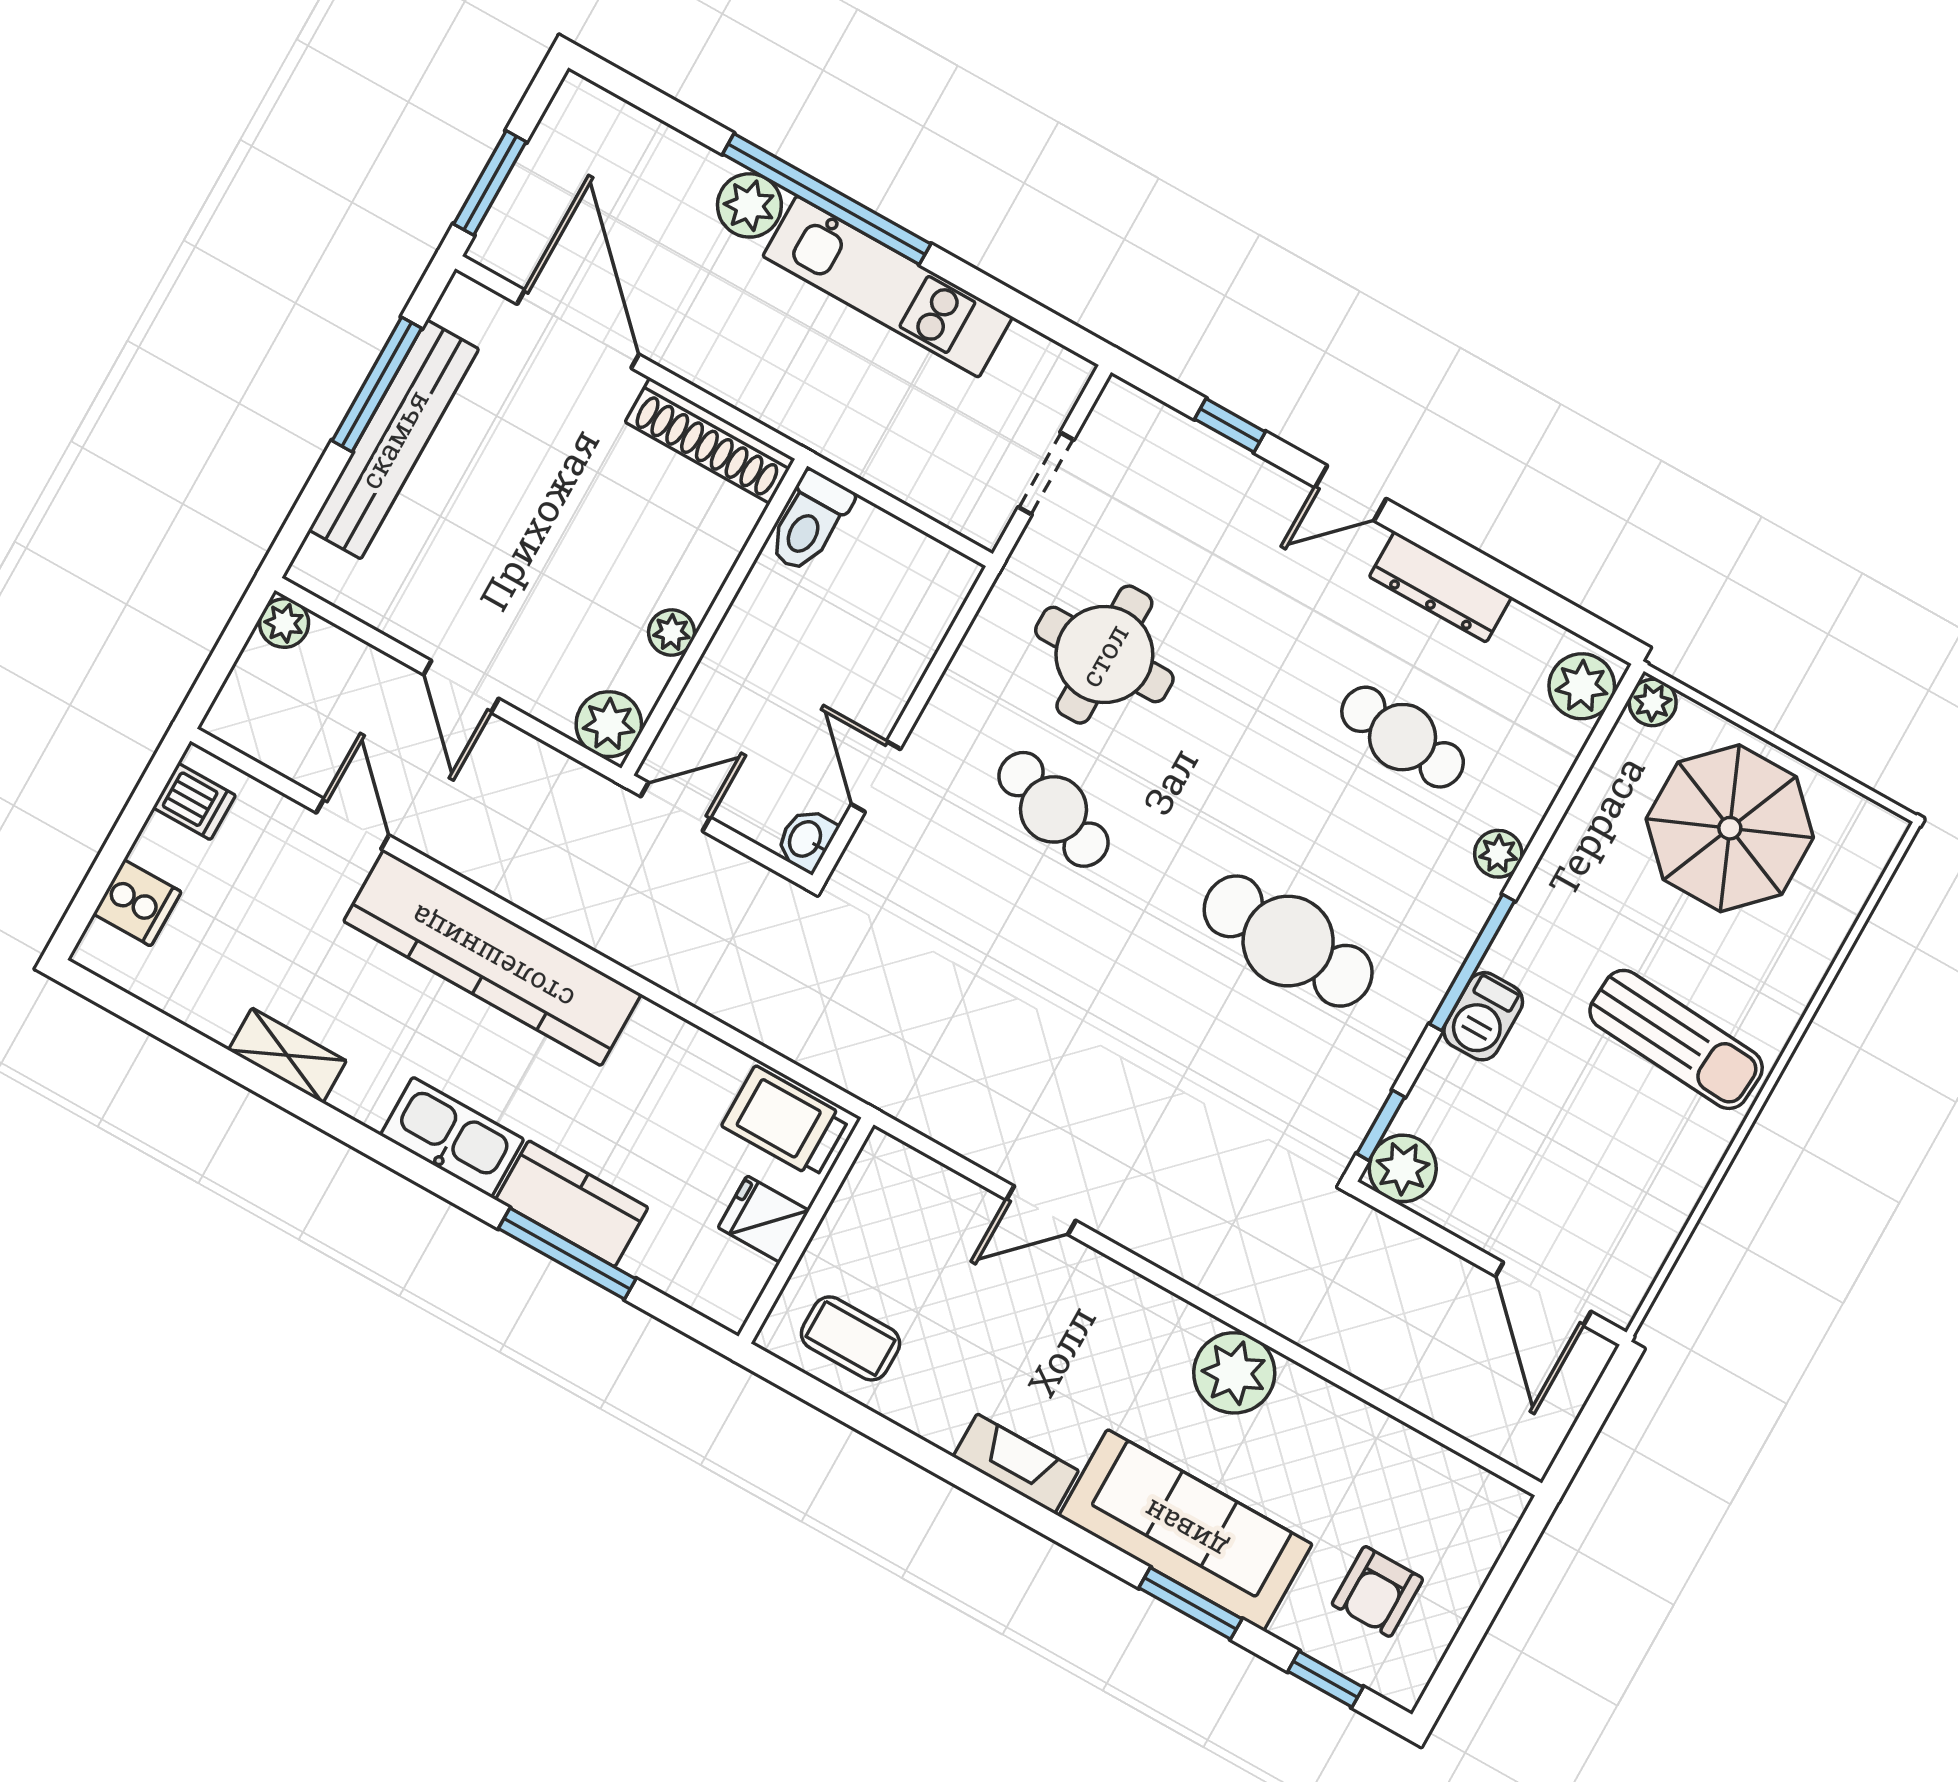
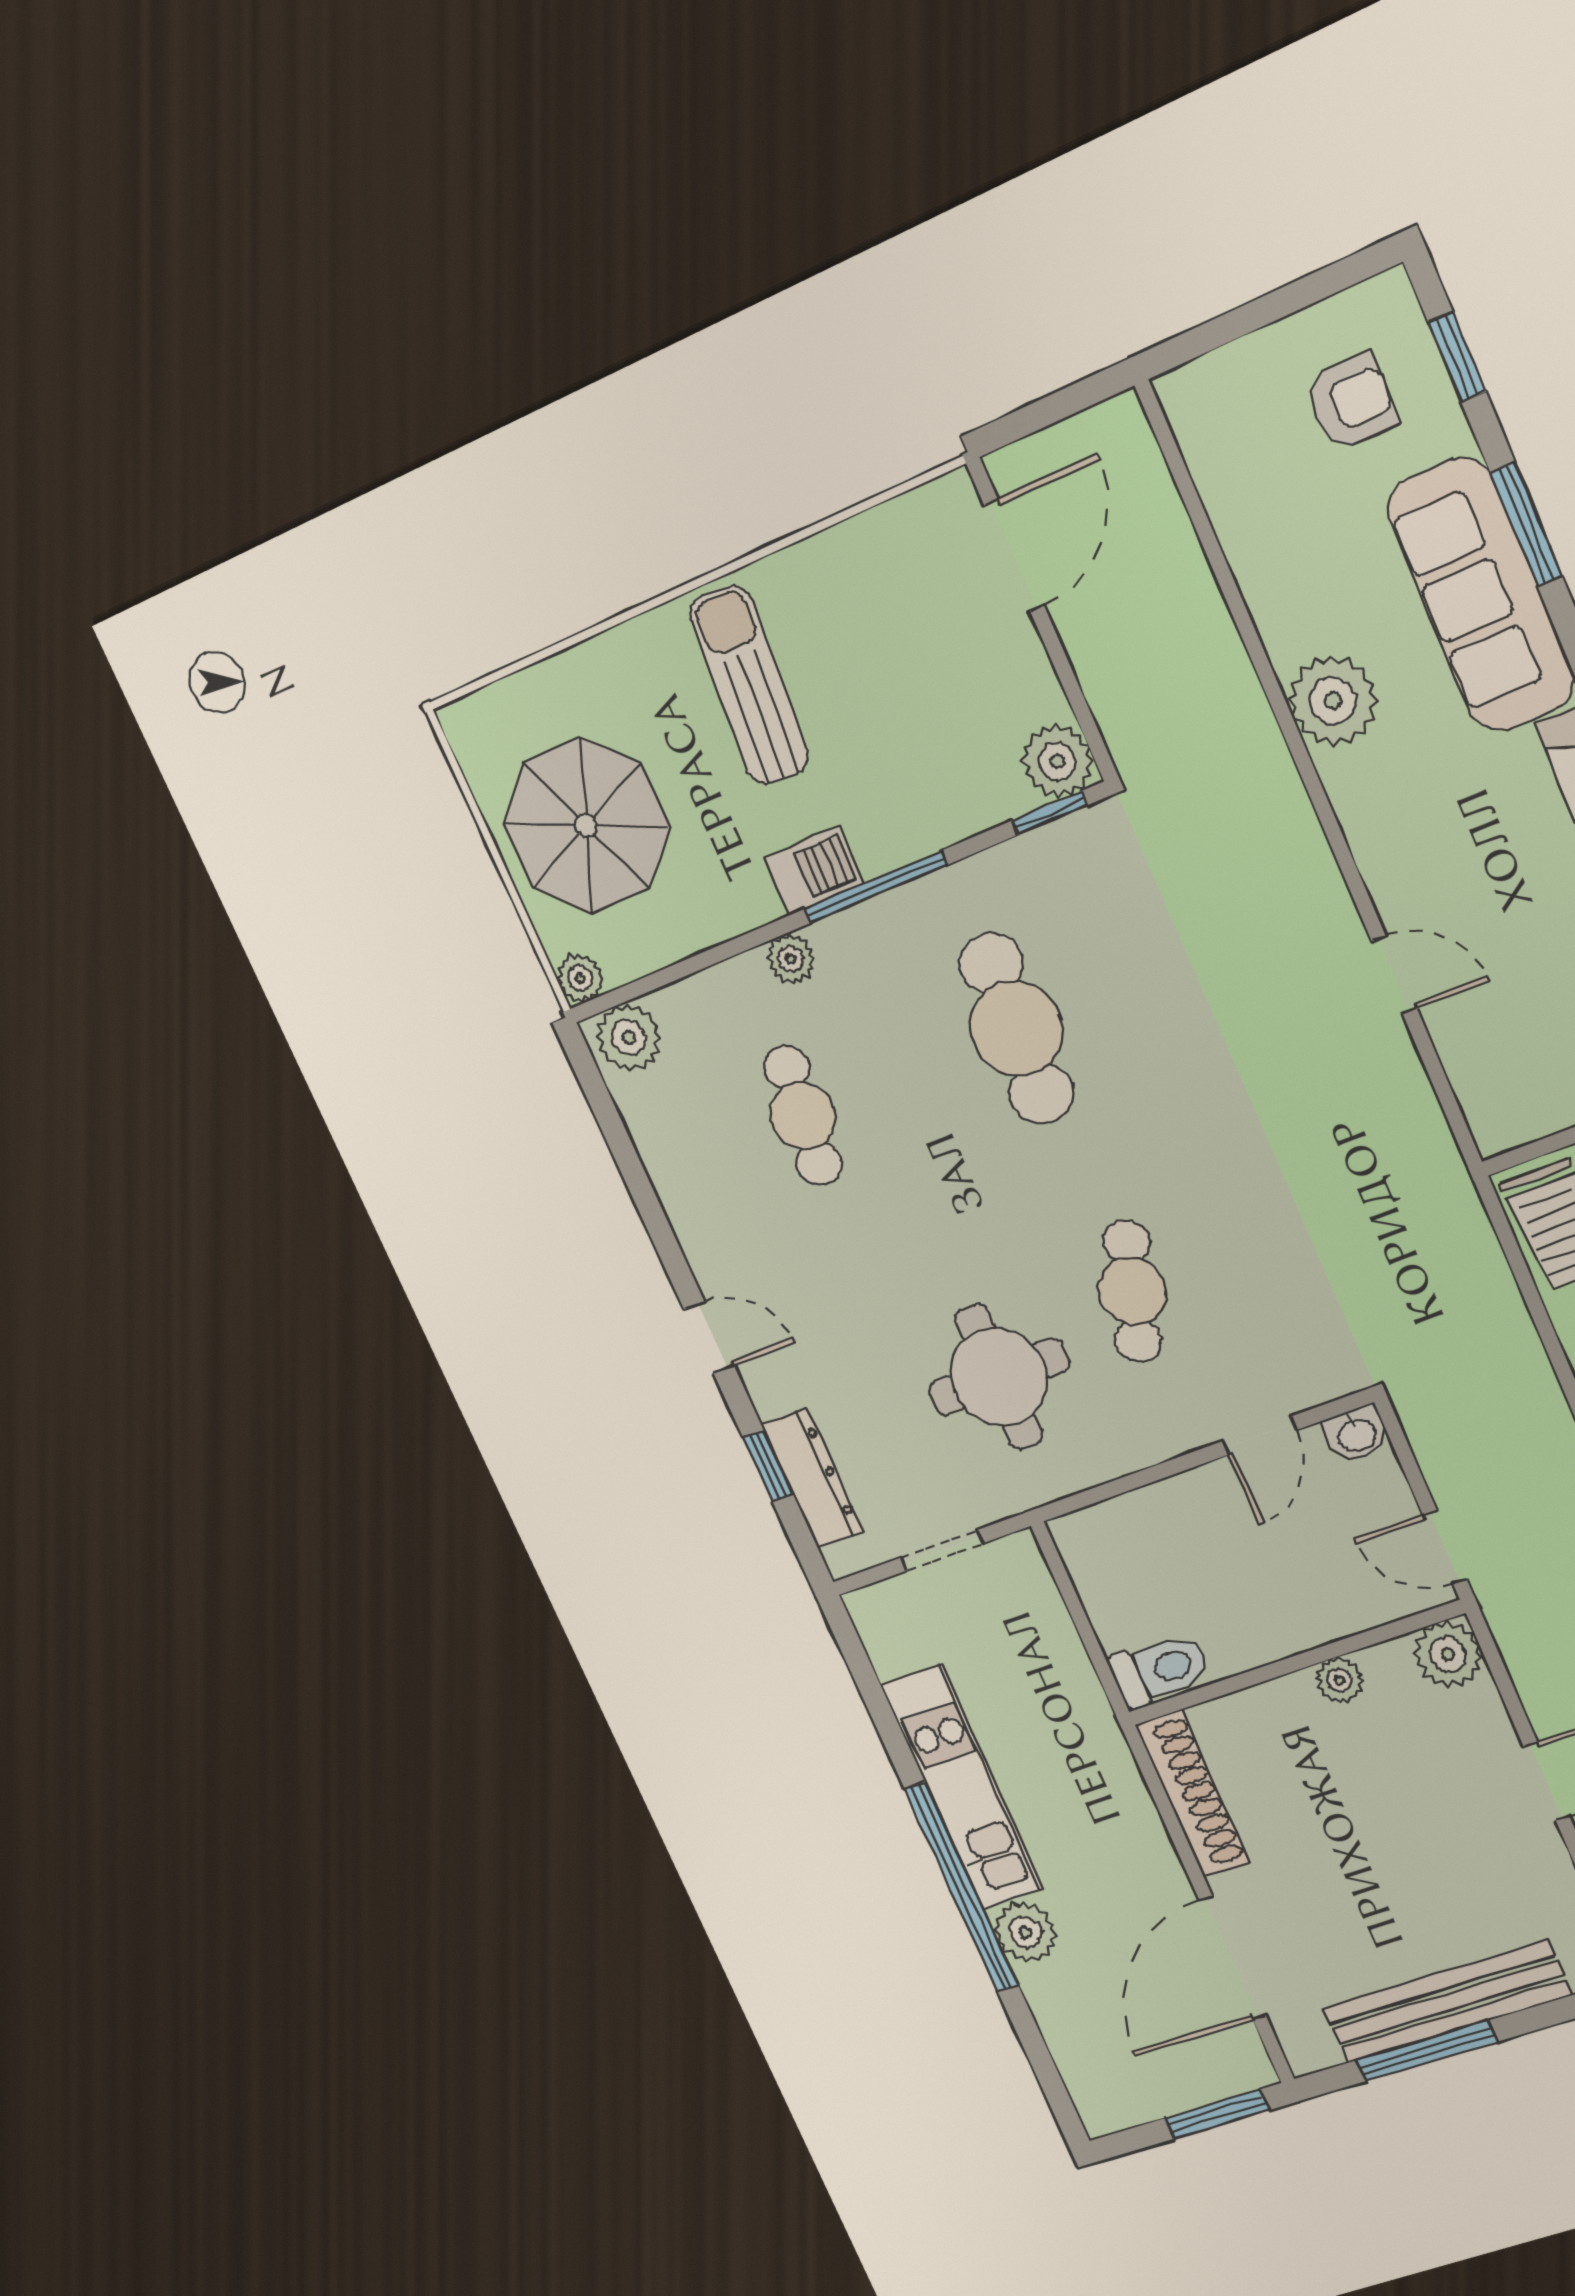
dresser: (1440, 587) -> (812, 1478), moved
barbecue: (1483, 1016) -> (814, 871), moved

